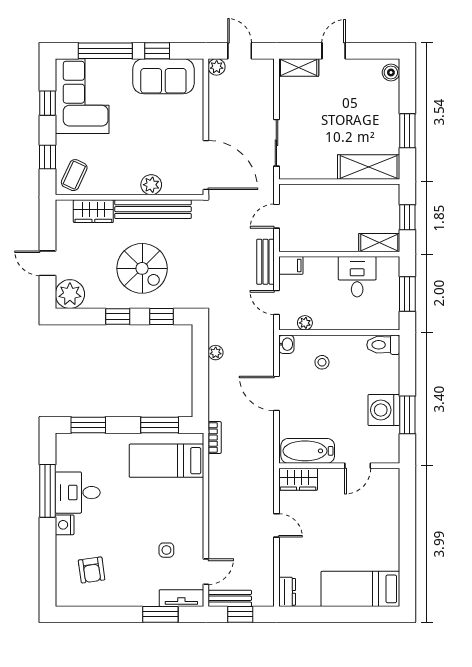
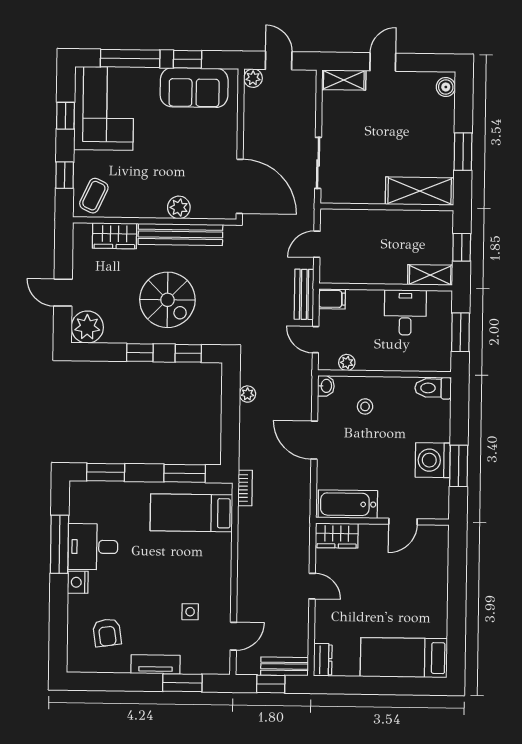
tv unit: (181, 598) -> (156, 664), moved
bench: (230, 598) -> (285, 666), moved

